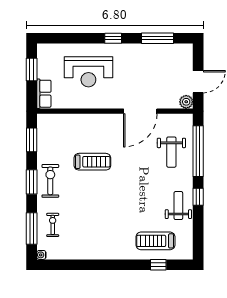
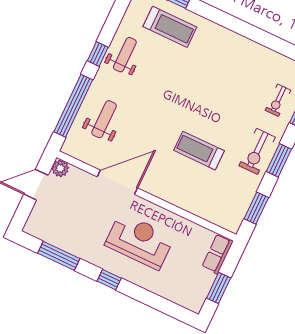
reception desk: (88, 72) -> (140, 241), moved
weight bench: (178, 206) -> (125, 55), turned 180

